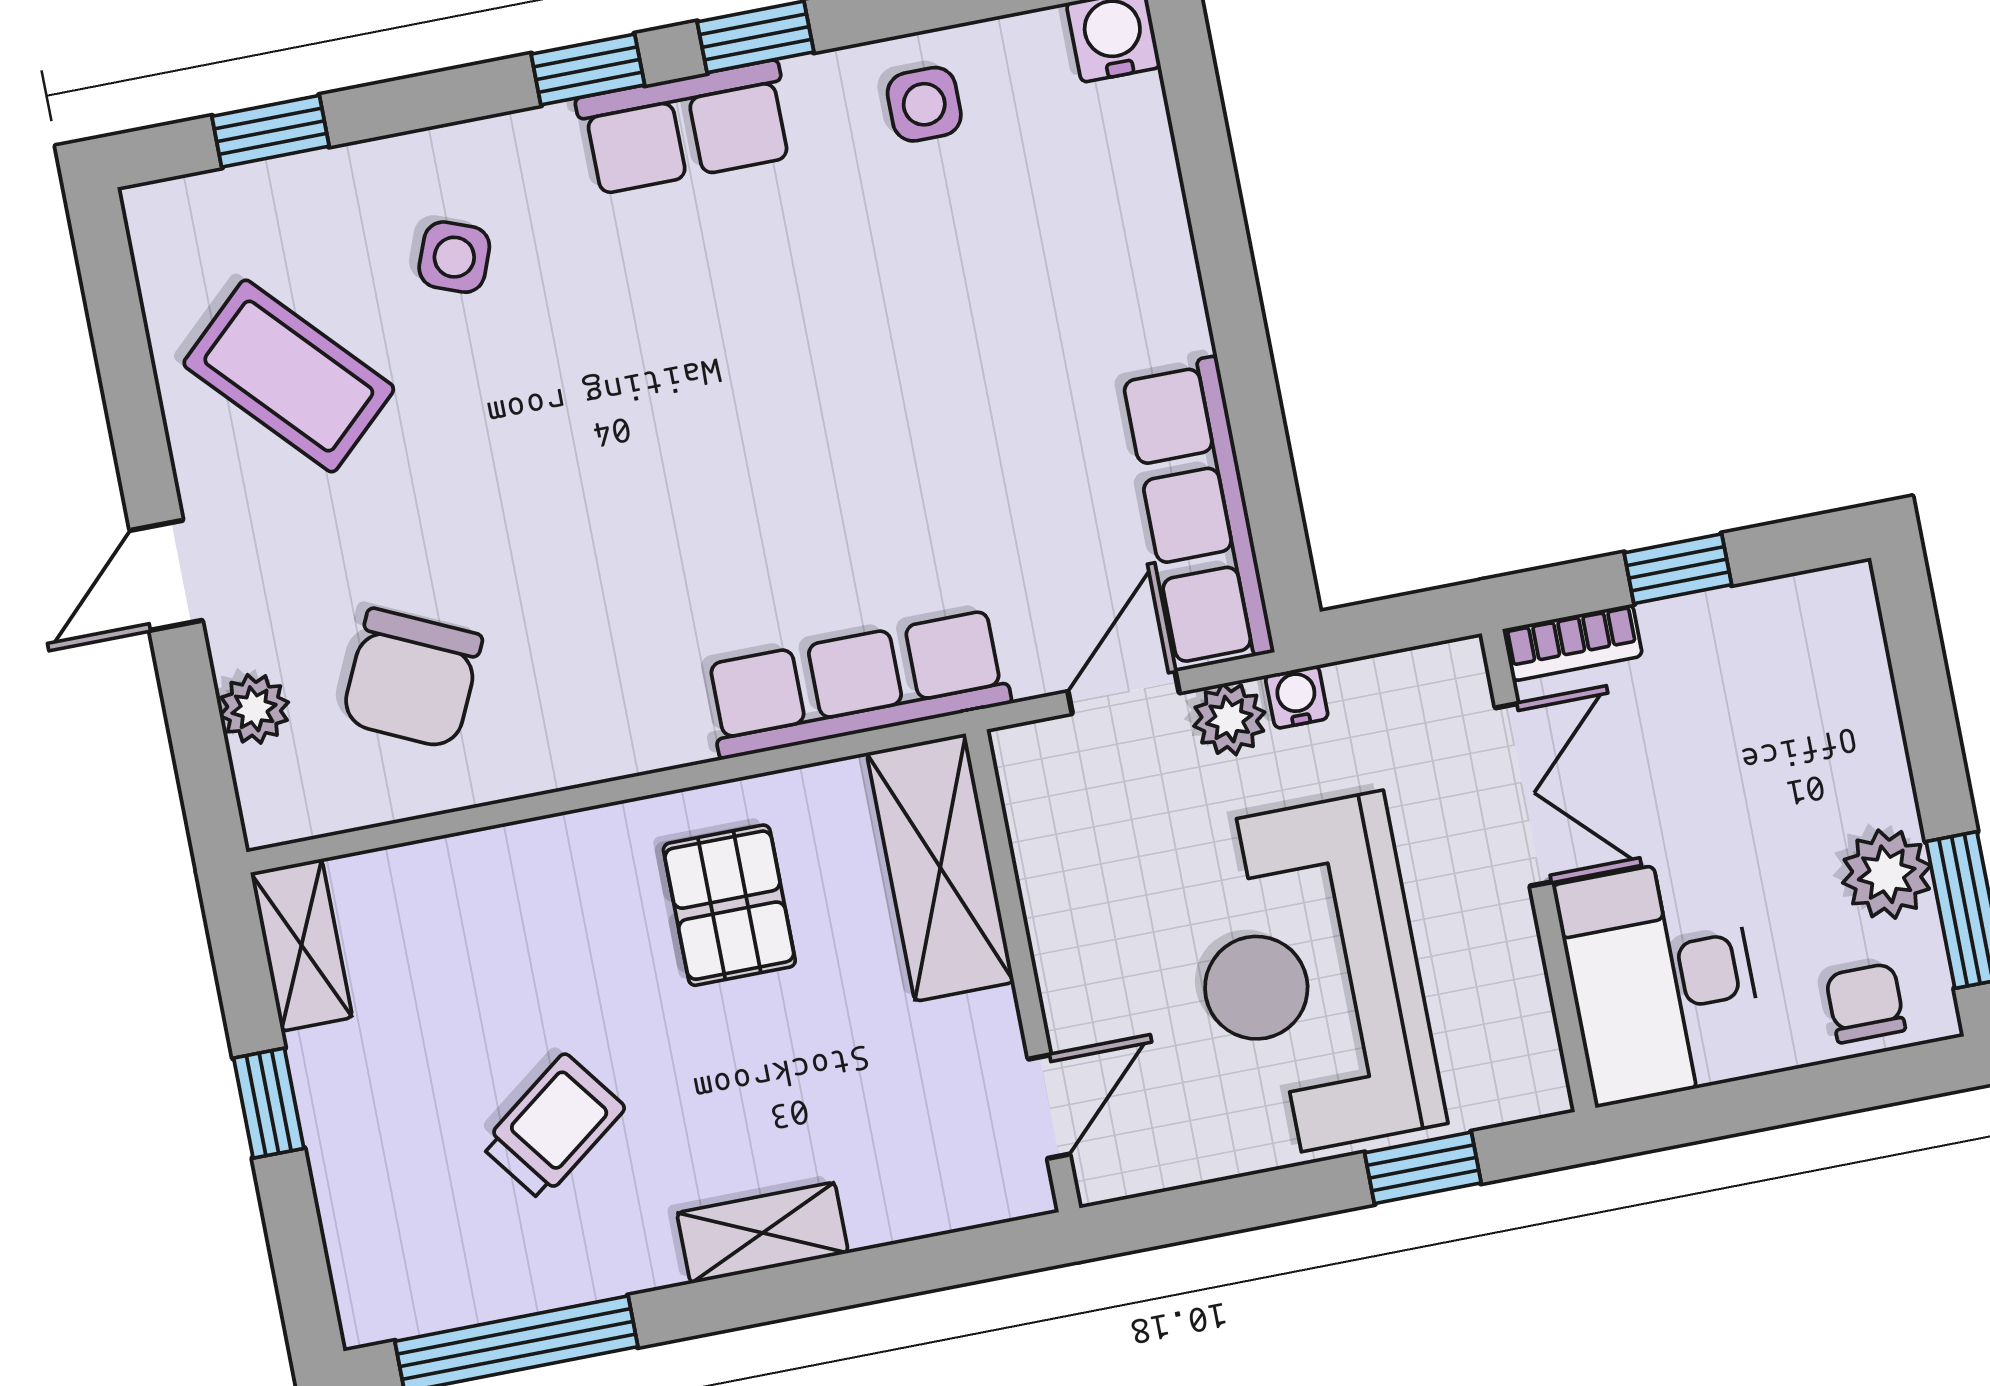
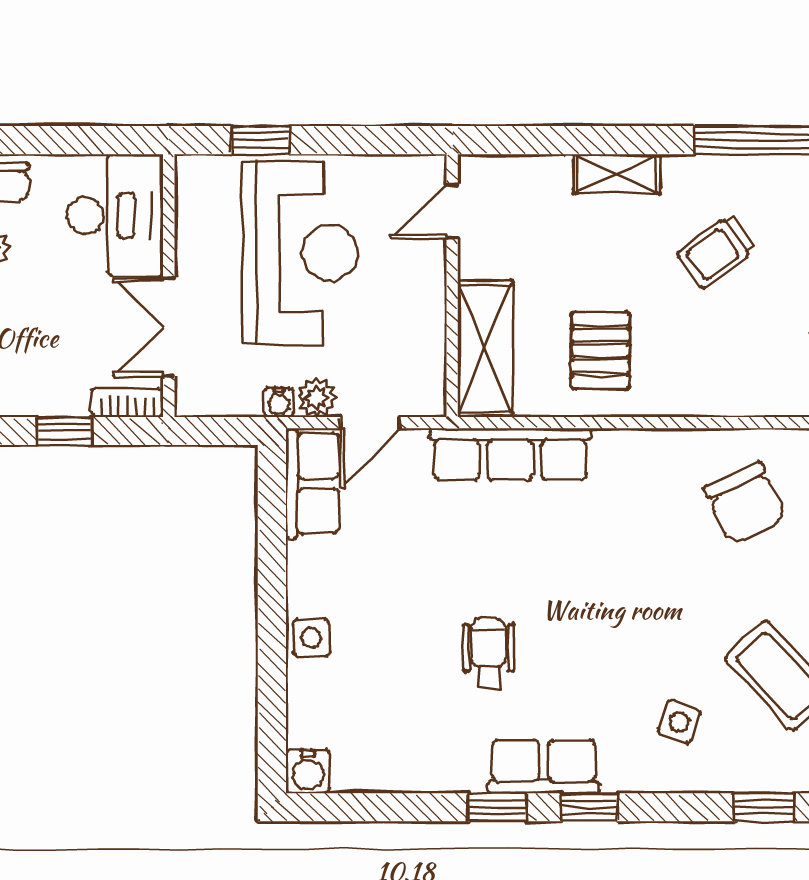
side table: (924, 104) -> (311, 638), moved
wheelchair: (826, 314) -> (489, 654), added
row of seats: (1198, 513) -> (312, 483), width x0.68
chair: (412, 679) -> (745, 503), turned 130

